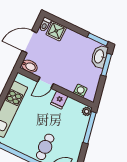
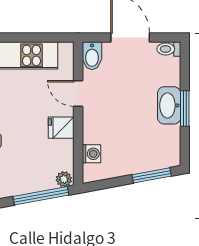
shower: (56, 31) -> (167, 71), removed
window: (98, 39) -> (185, 108), moved
washbasin: (99, 56) -> (169, 105), moved, turned -80

